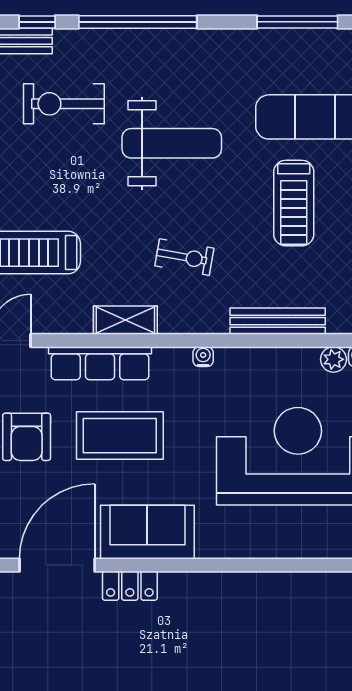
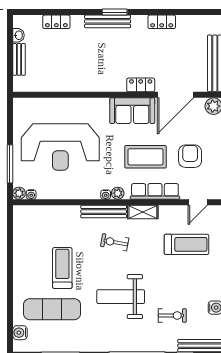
exercise bike: (64, 104) -> (172, 316), width x0.73, depth x0.72
bench: (278, 321) -> (104, 212), moved
plant: (333, 359) -> (118, 193), moved

